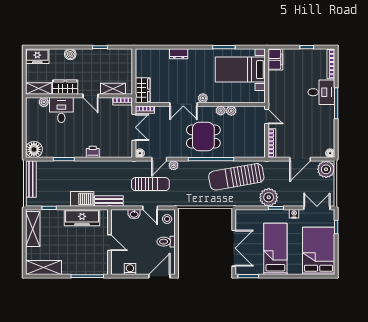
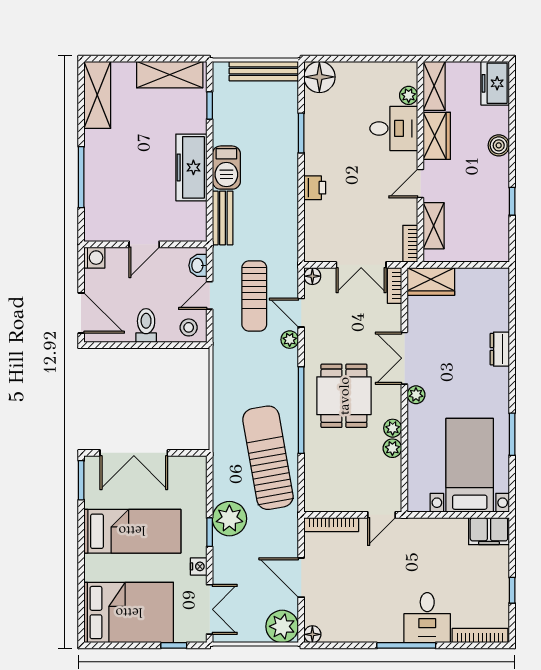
wall: (110, 242) -> (145, 244), moved
door: (110, 243) -> (144, 244), moved

